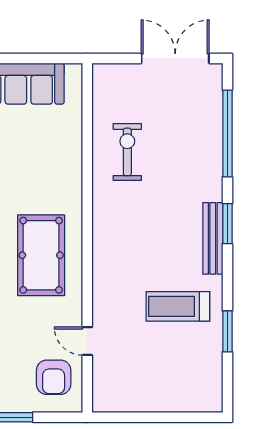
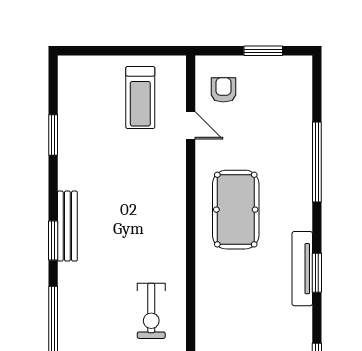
treadmill: (178, 306) -> (140, 98), moved, turned 90
armchair: (54, 377) -> (223, 90), width x0.72, depth x0.72

